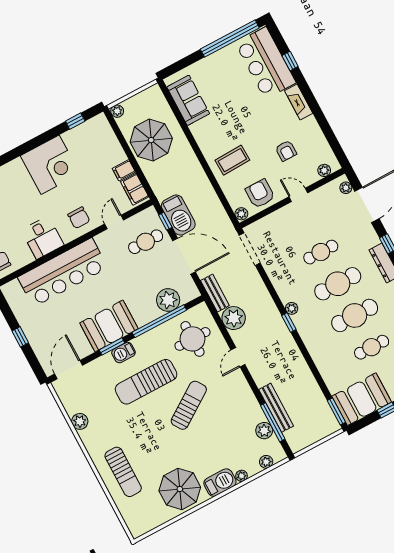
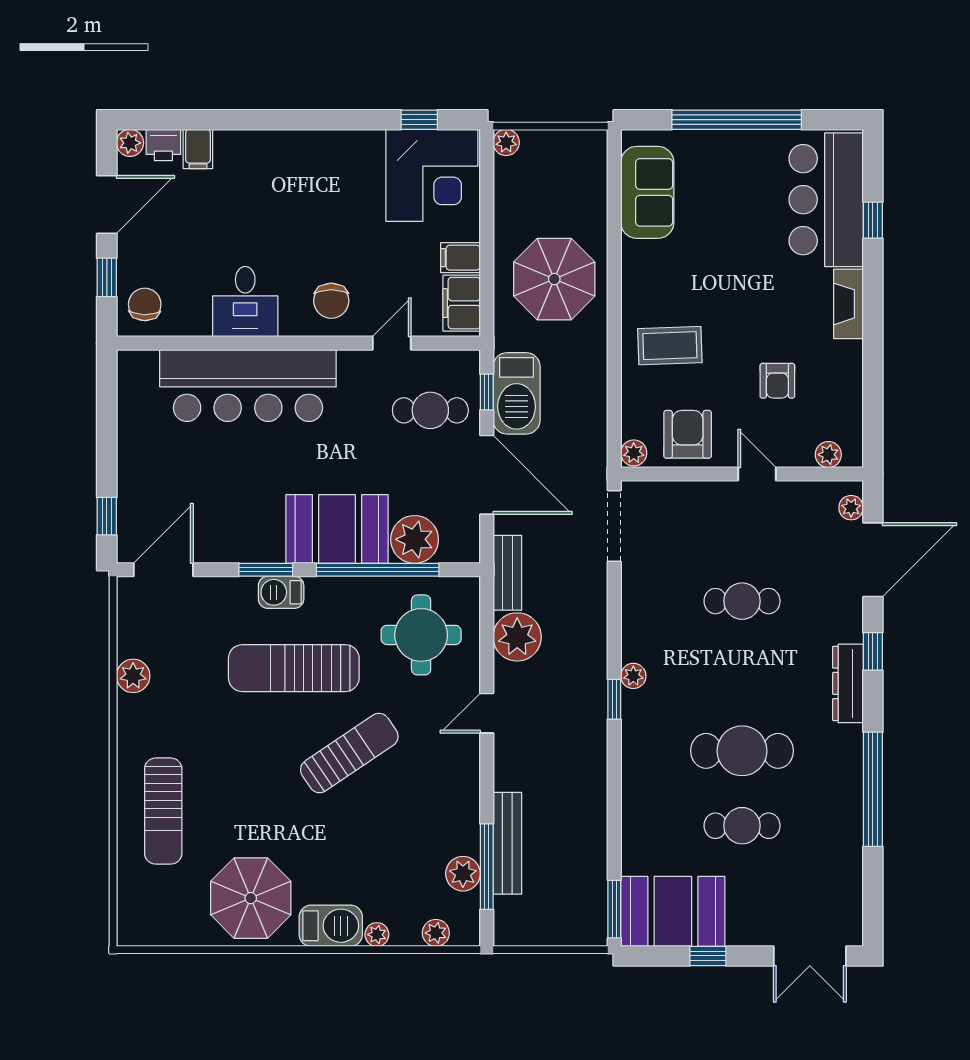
window: (230, 39) -> (737, 120), moved
parasol: (151, 140) -> (554, 279), moved
corner desk: (50, 165) -> (432, 175), moved
cafe table: (338, 284) -> (742, 676), removed
booth: (109, 326) -> (337, 529), moved
window: (20, 337) -> (107, 516), moved

